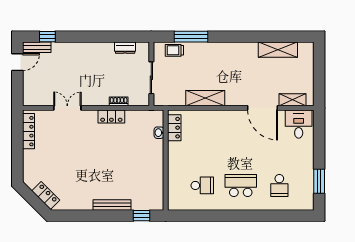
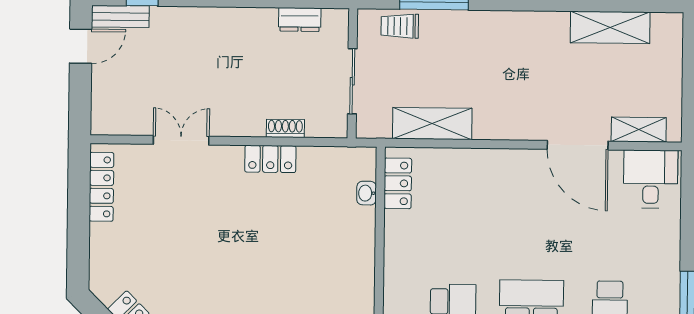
shelving: (205, 98) -> (432, 124), moved

